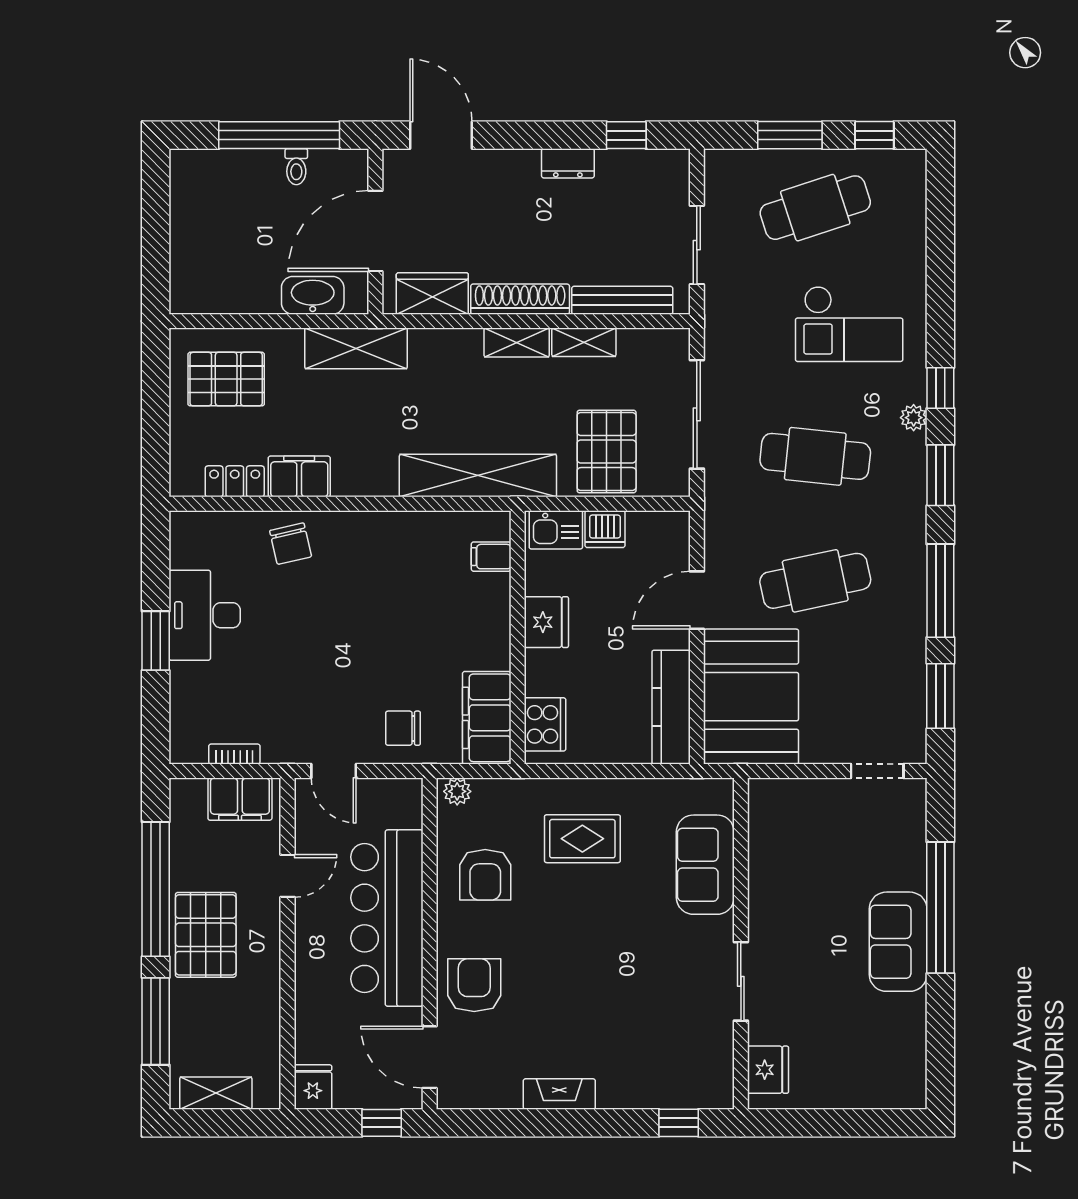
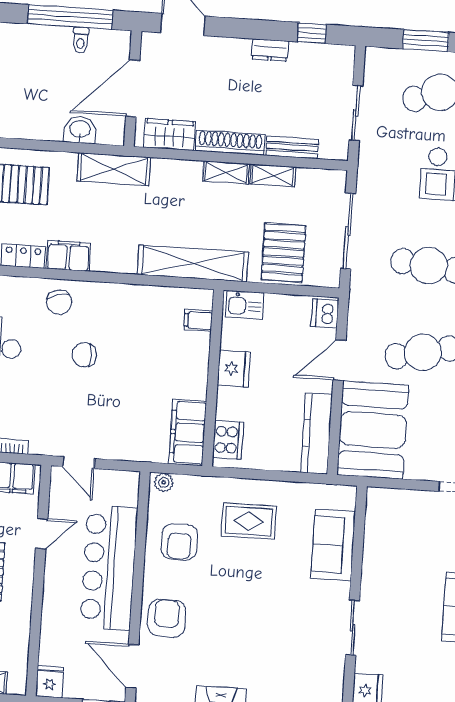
washbasin: (313, 295) -> (80, 130), width x0.72
bench: (622, 300) -> (292, 147), width x0.73
dishwasher: (605, 529) -> (325, 313), moved, turned 90
chair: (403, 728) -> (84, 355), moved

